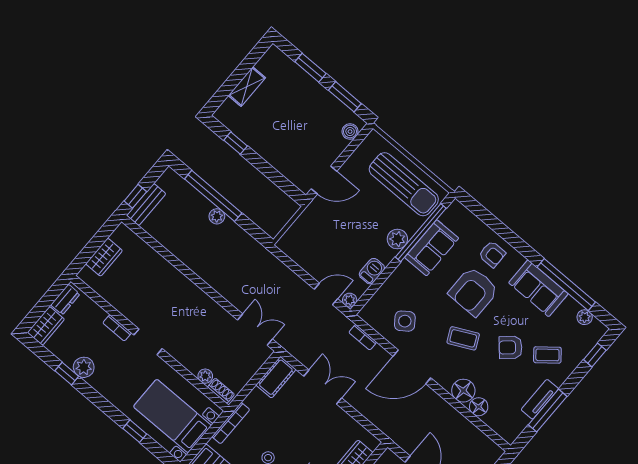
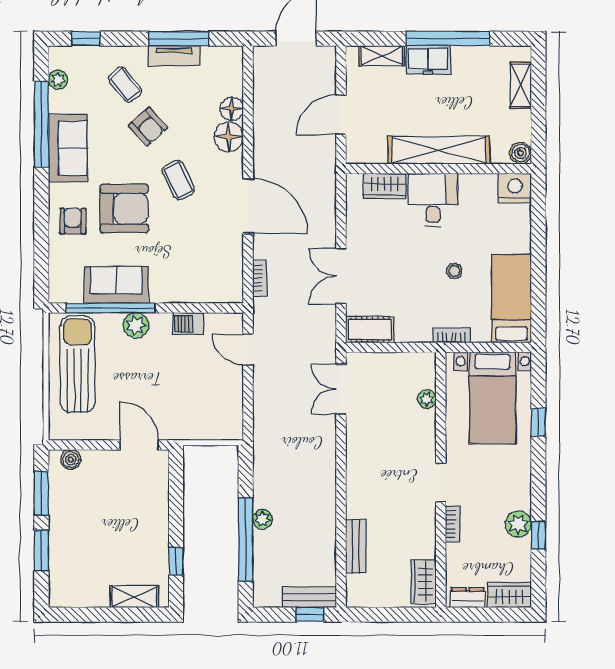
shelving: (247, 87) -> (134, 597), moved
wardrobe: (104, 257) -> (423, 582), moved, turned -90
bench: (153, 258) -> (356, 547), added
plant: (350, 300) -> (234, 322), removed
side table: (405, 321) -> (209, 251), removed
shoe rack: (221, 391) -> (428, 372), removed
bookcase: (231, 423) -> (452, 335), width x0.64

